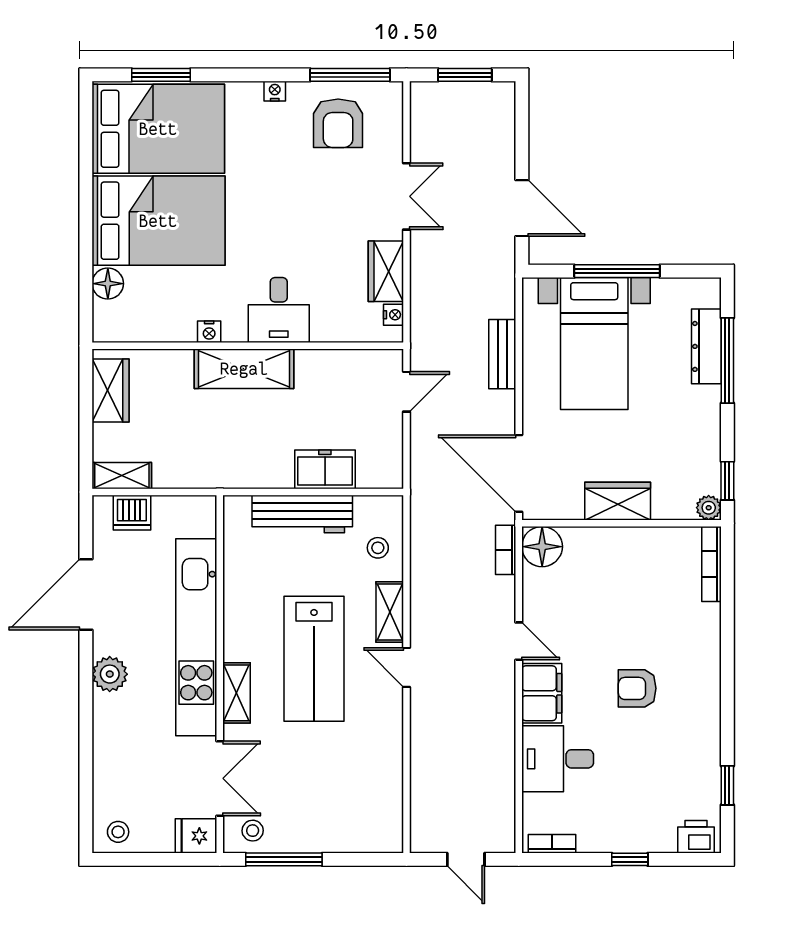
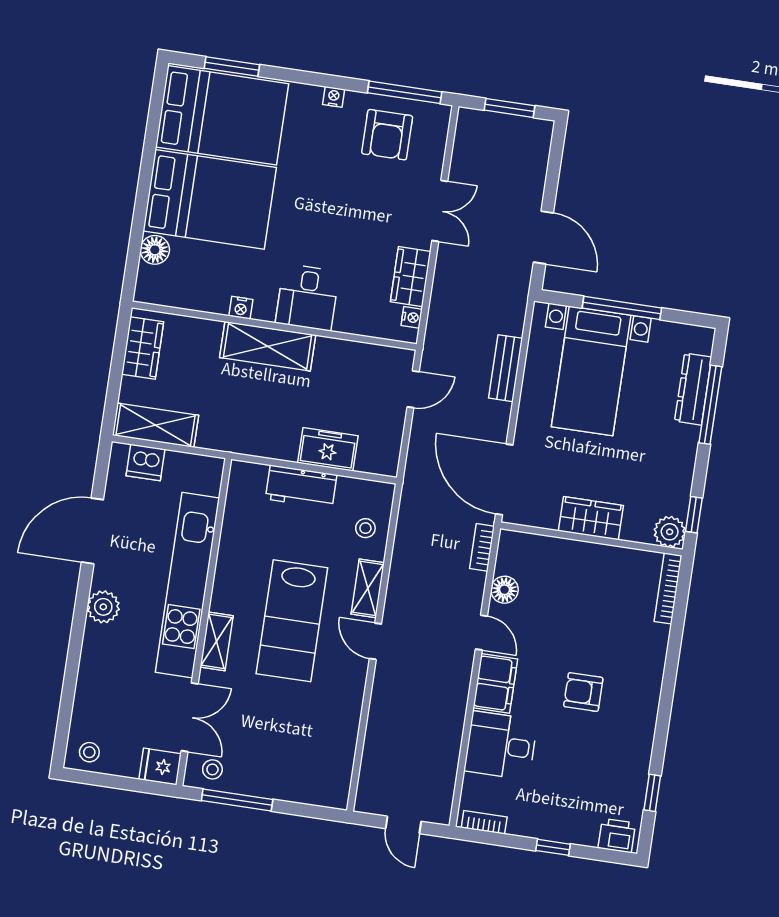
shelving: (122, 476) -> (156, 425), width x1.50, depth x1.33
plant: (709, 508) -> (670, 532), width x1.38, depth x1.38
workbench: (302, 514) -> (301, 487), width x0.73
floor lamp: (542, 547) -> (504, 590), moved, width x0.73, depth x0.73

